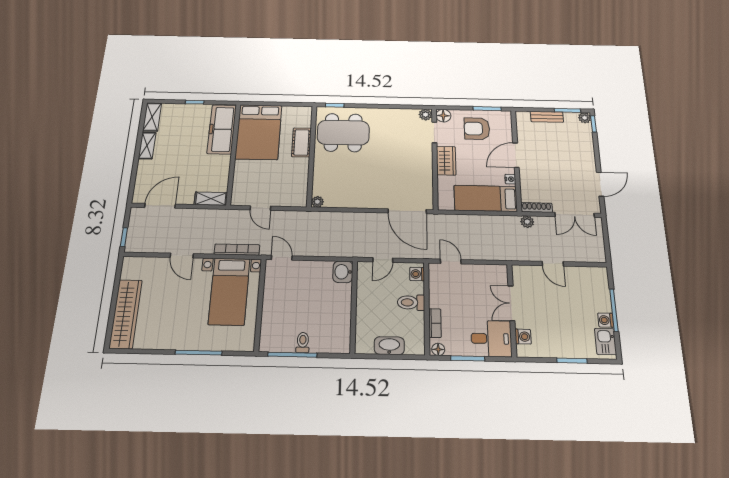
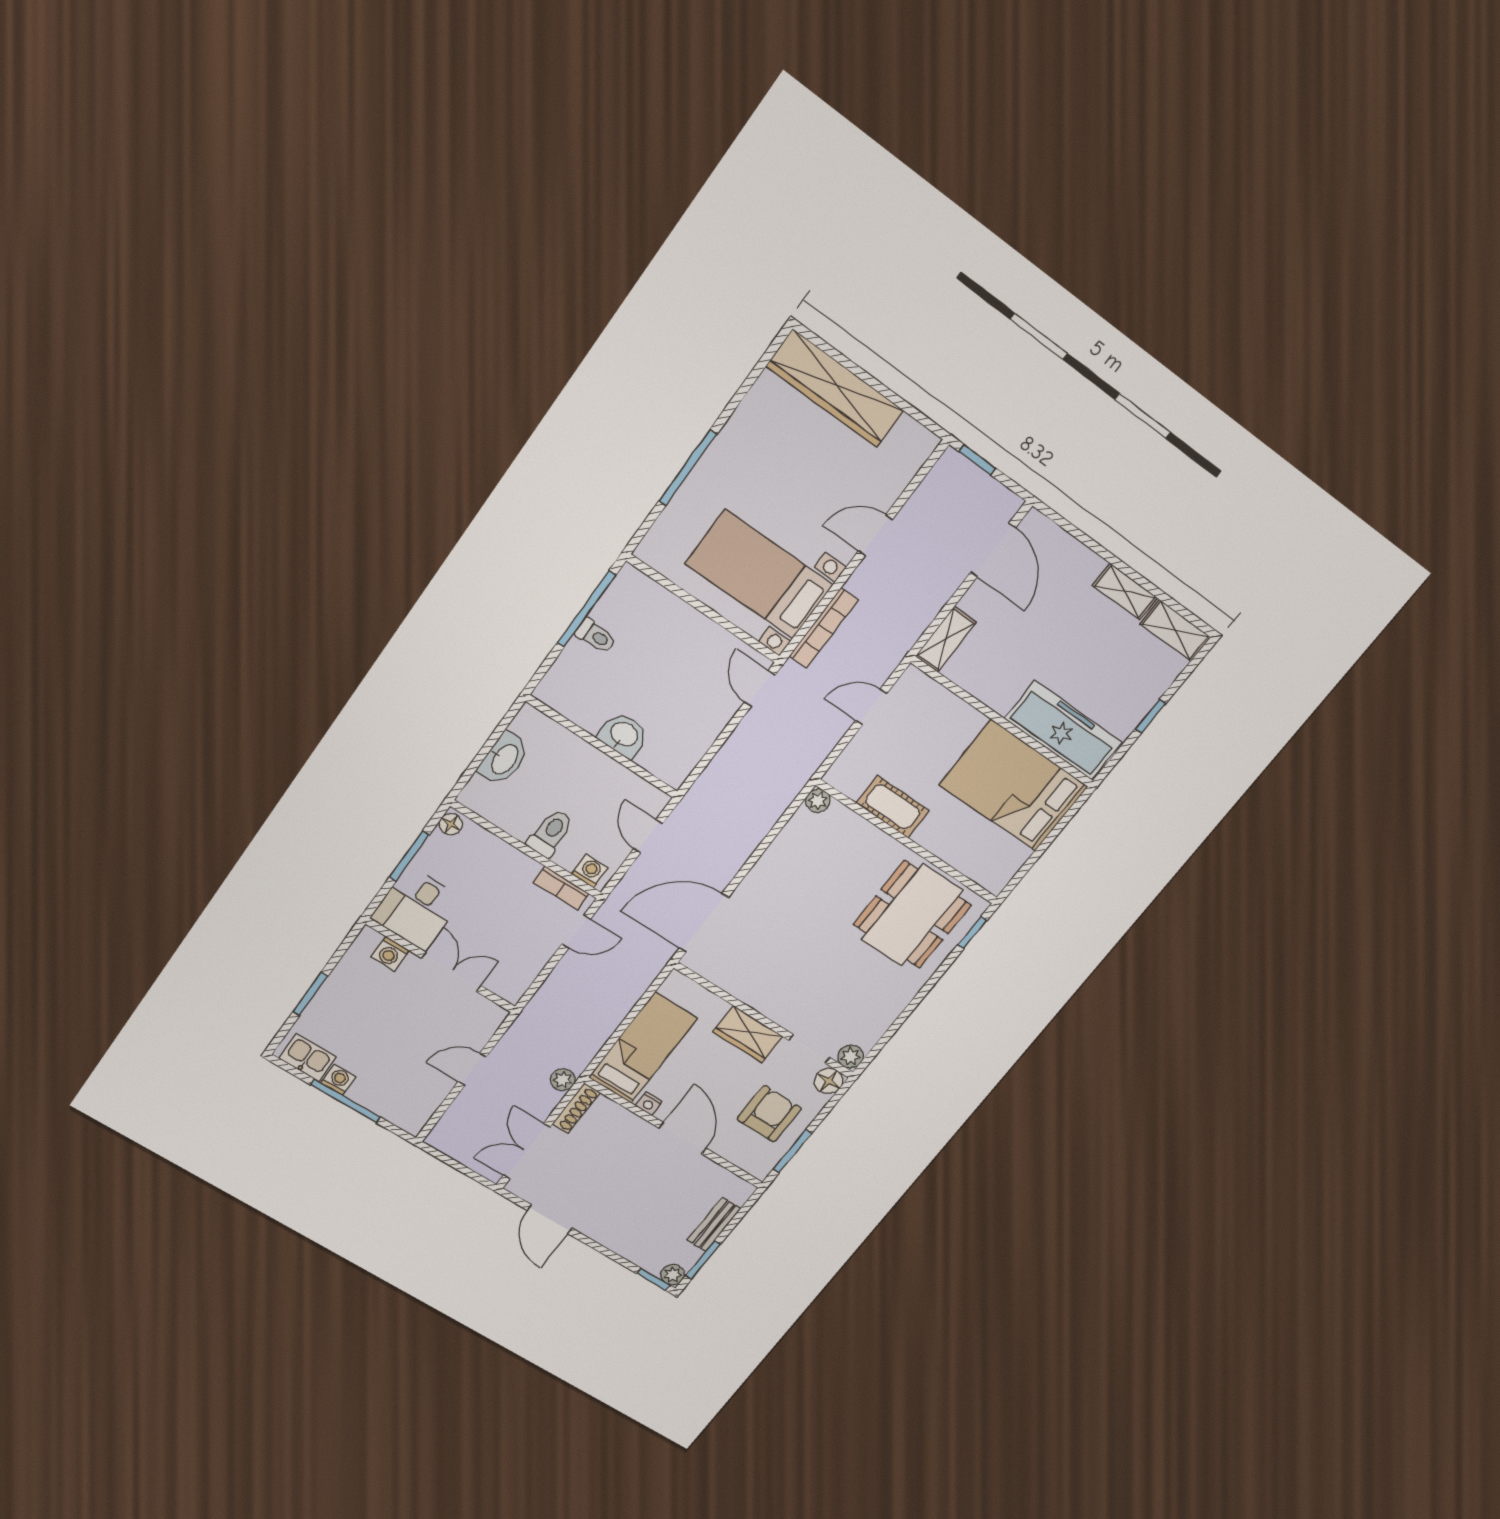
cot: (301, 142) -> (893, 807), moved
door: (282, 258) -> (760, 688), swing flipped
washbasin: (343, 272) -> (624, 735), moved
bookcase: (435, 323) -> (561, 888), moved

